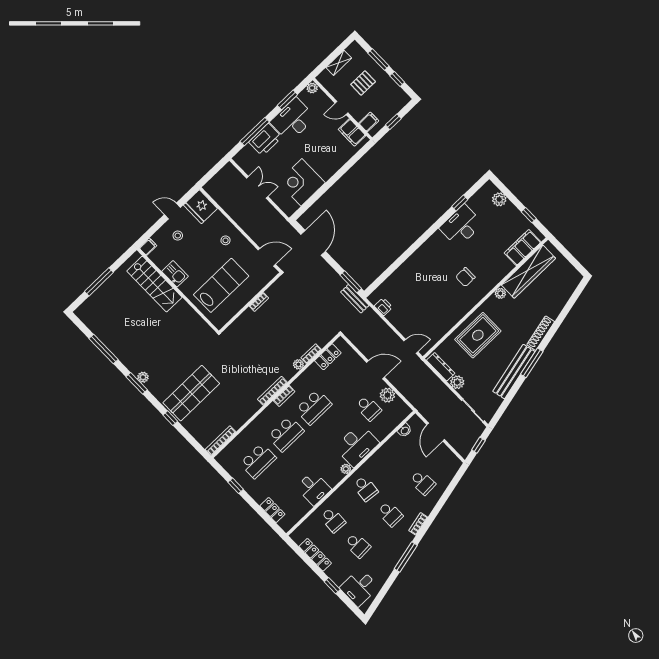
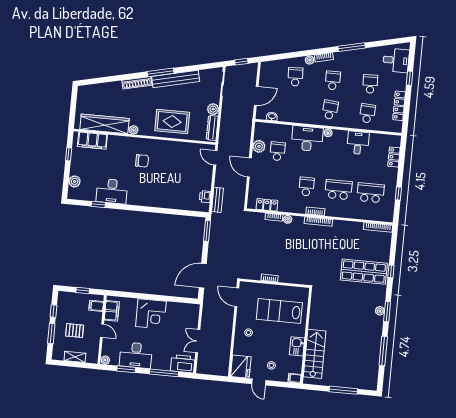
printer: (265, 140) -> (183, 364), moved
corner desk: (301, 182) -> (151, 314), moved
bench: (355, 299) -> (217, 200), moved
school desk: (314, 407) -> (306, 187), width x0.54
plant: (427, 509) -> (310, 60), added

